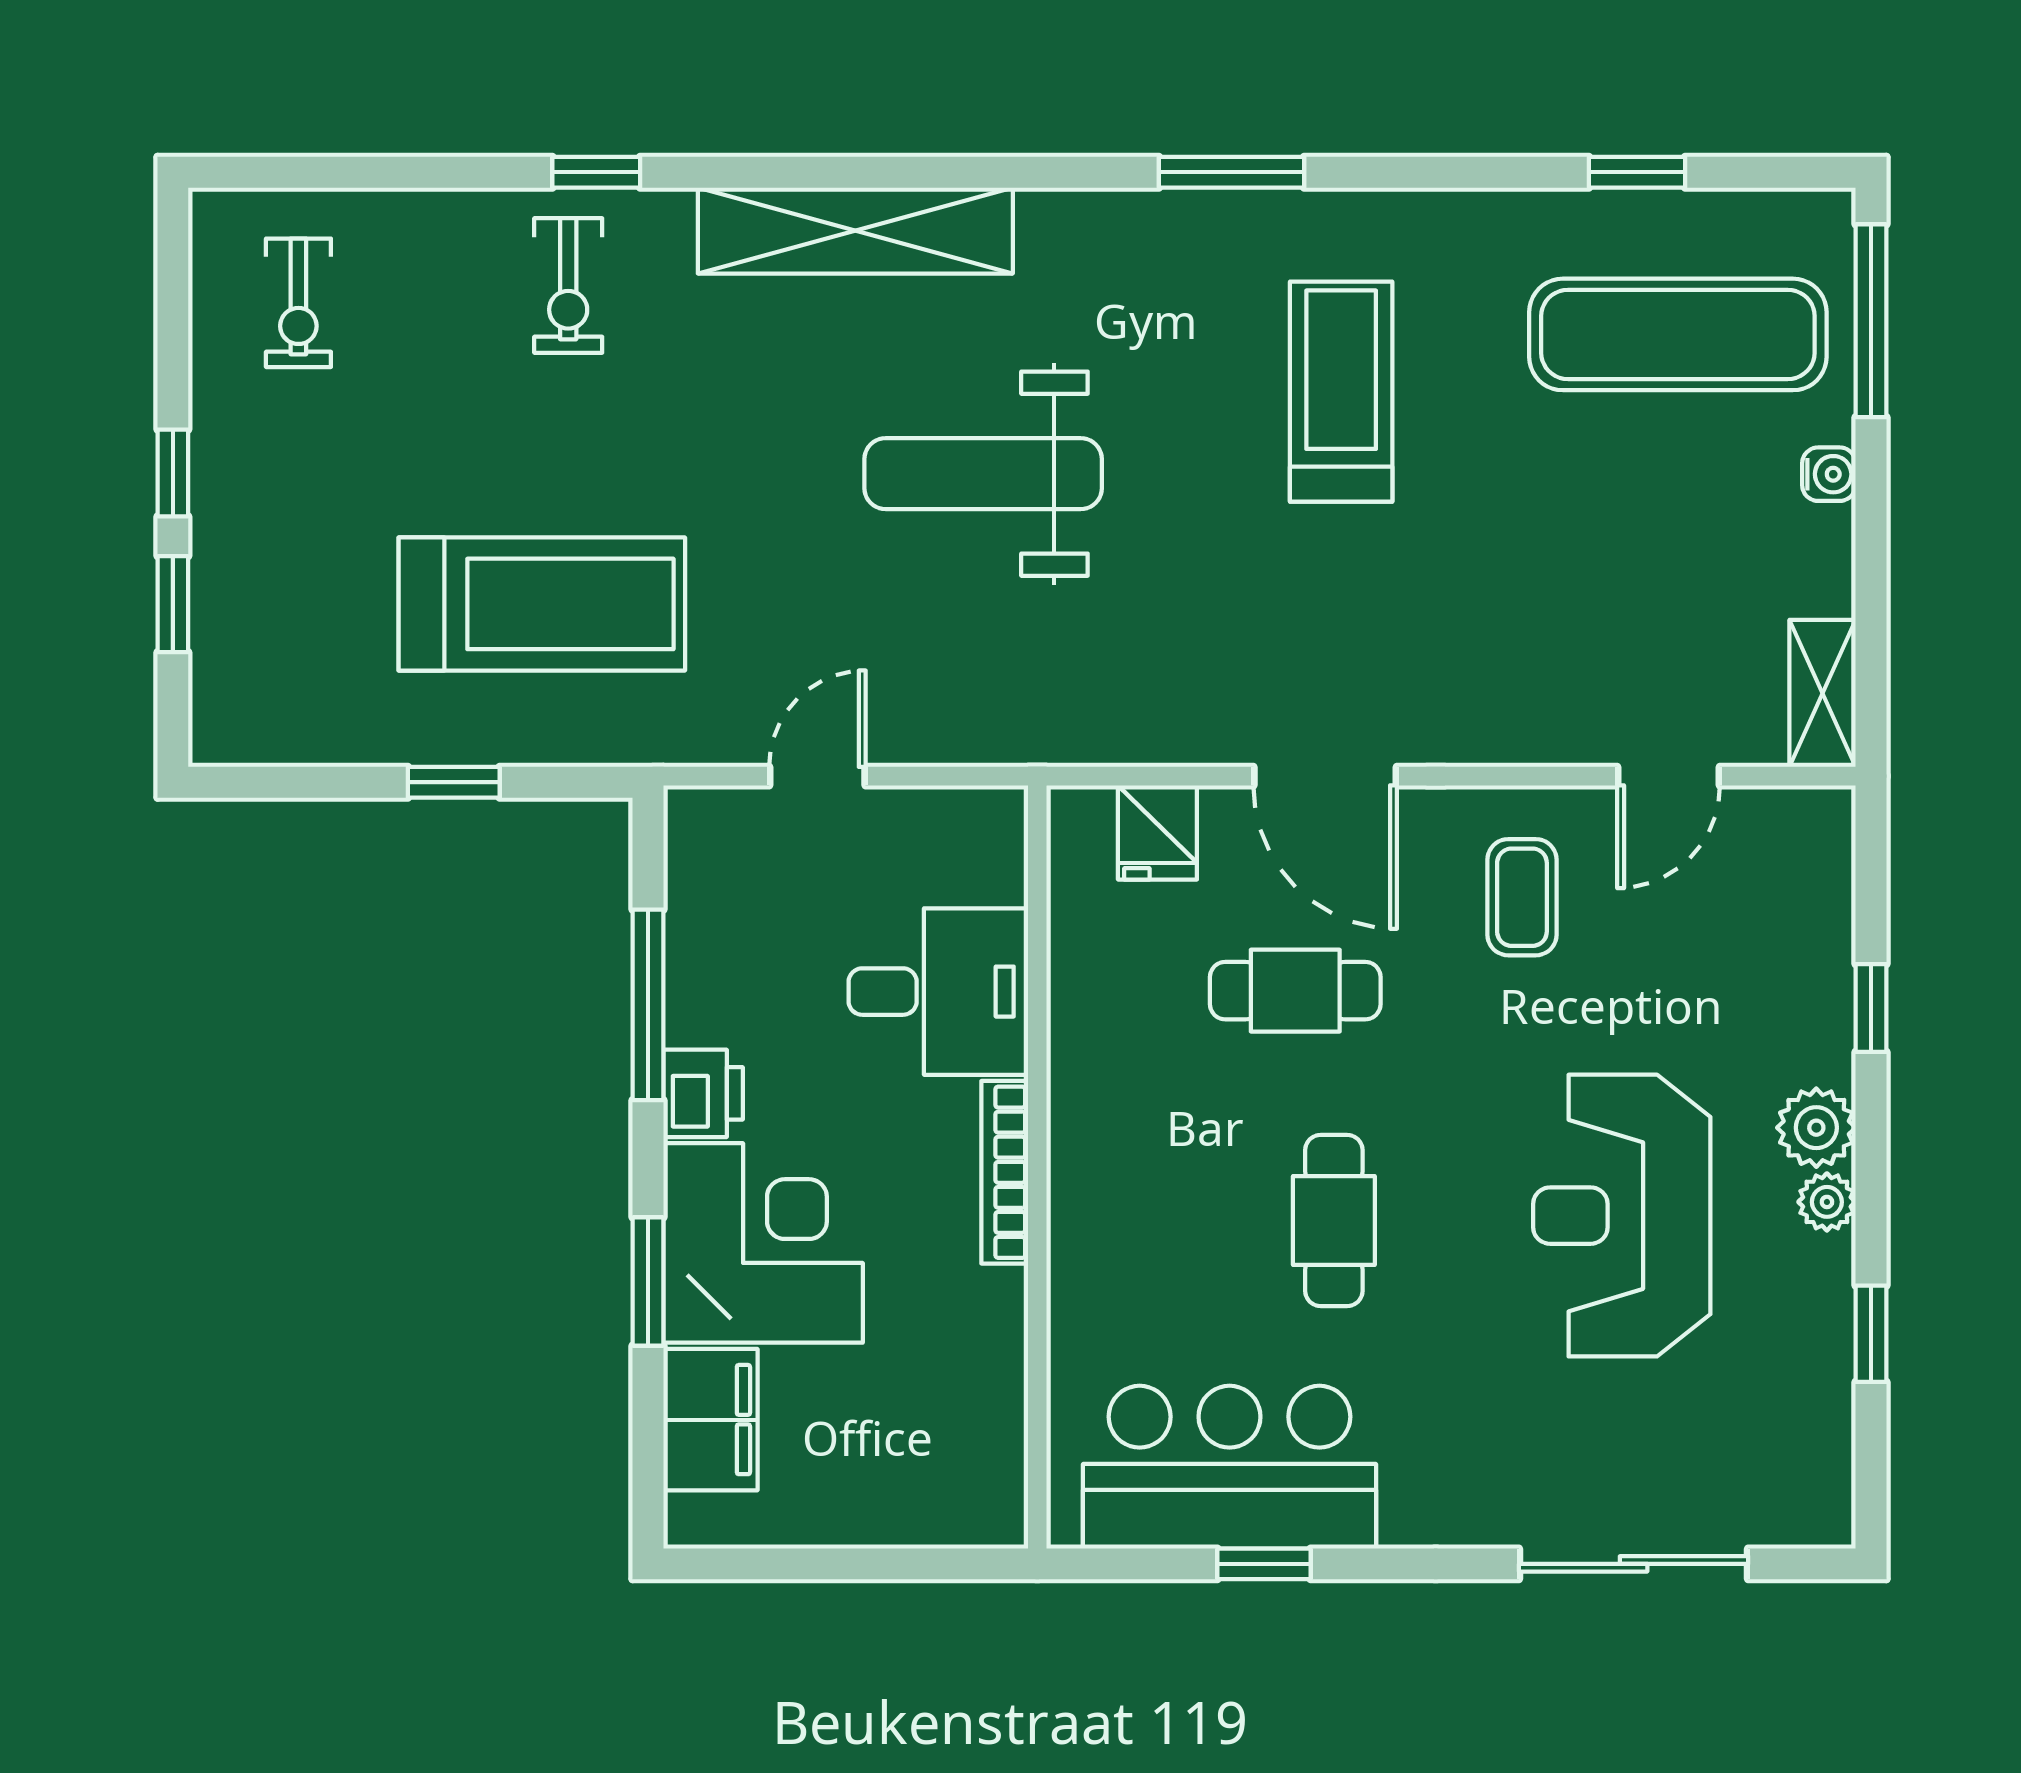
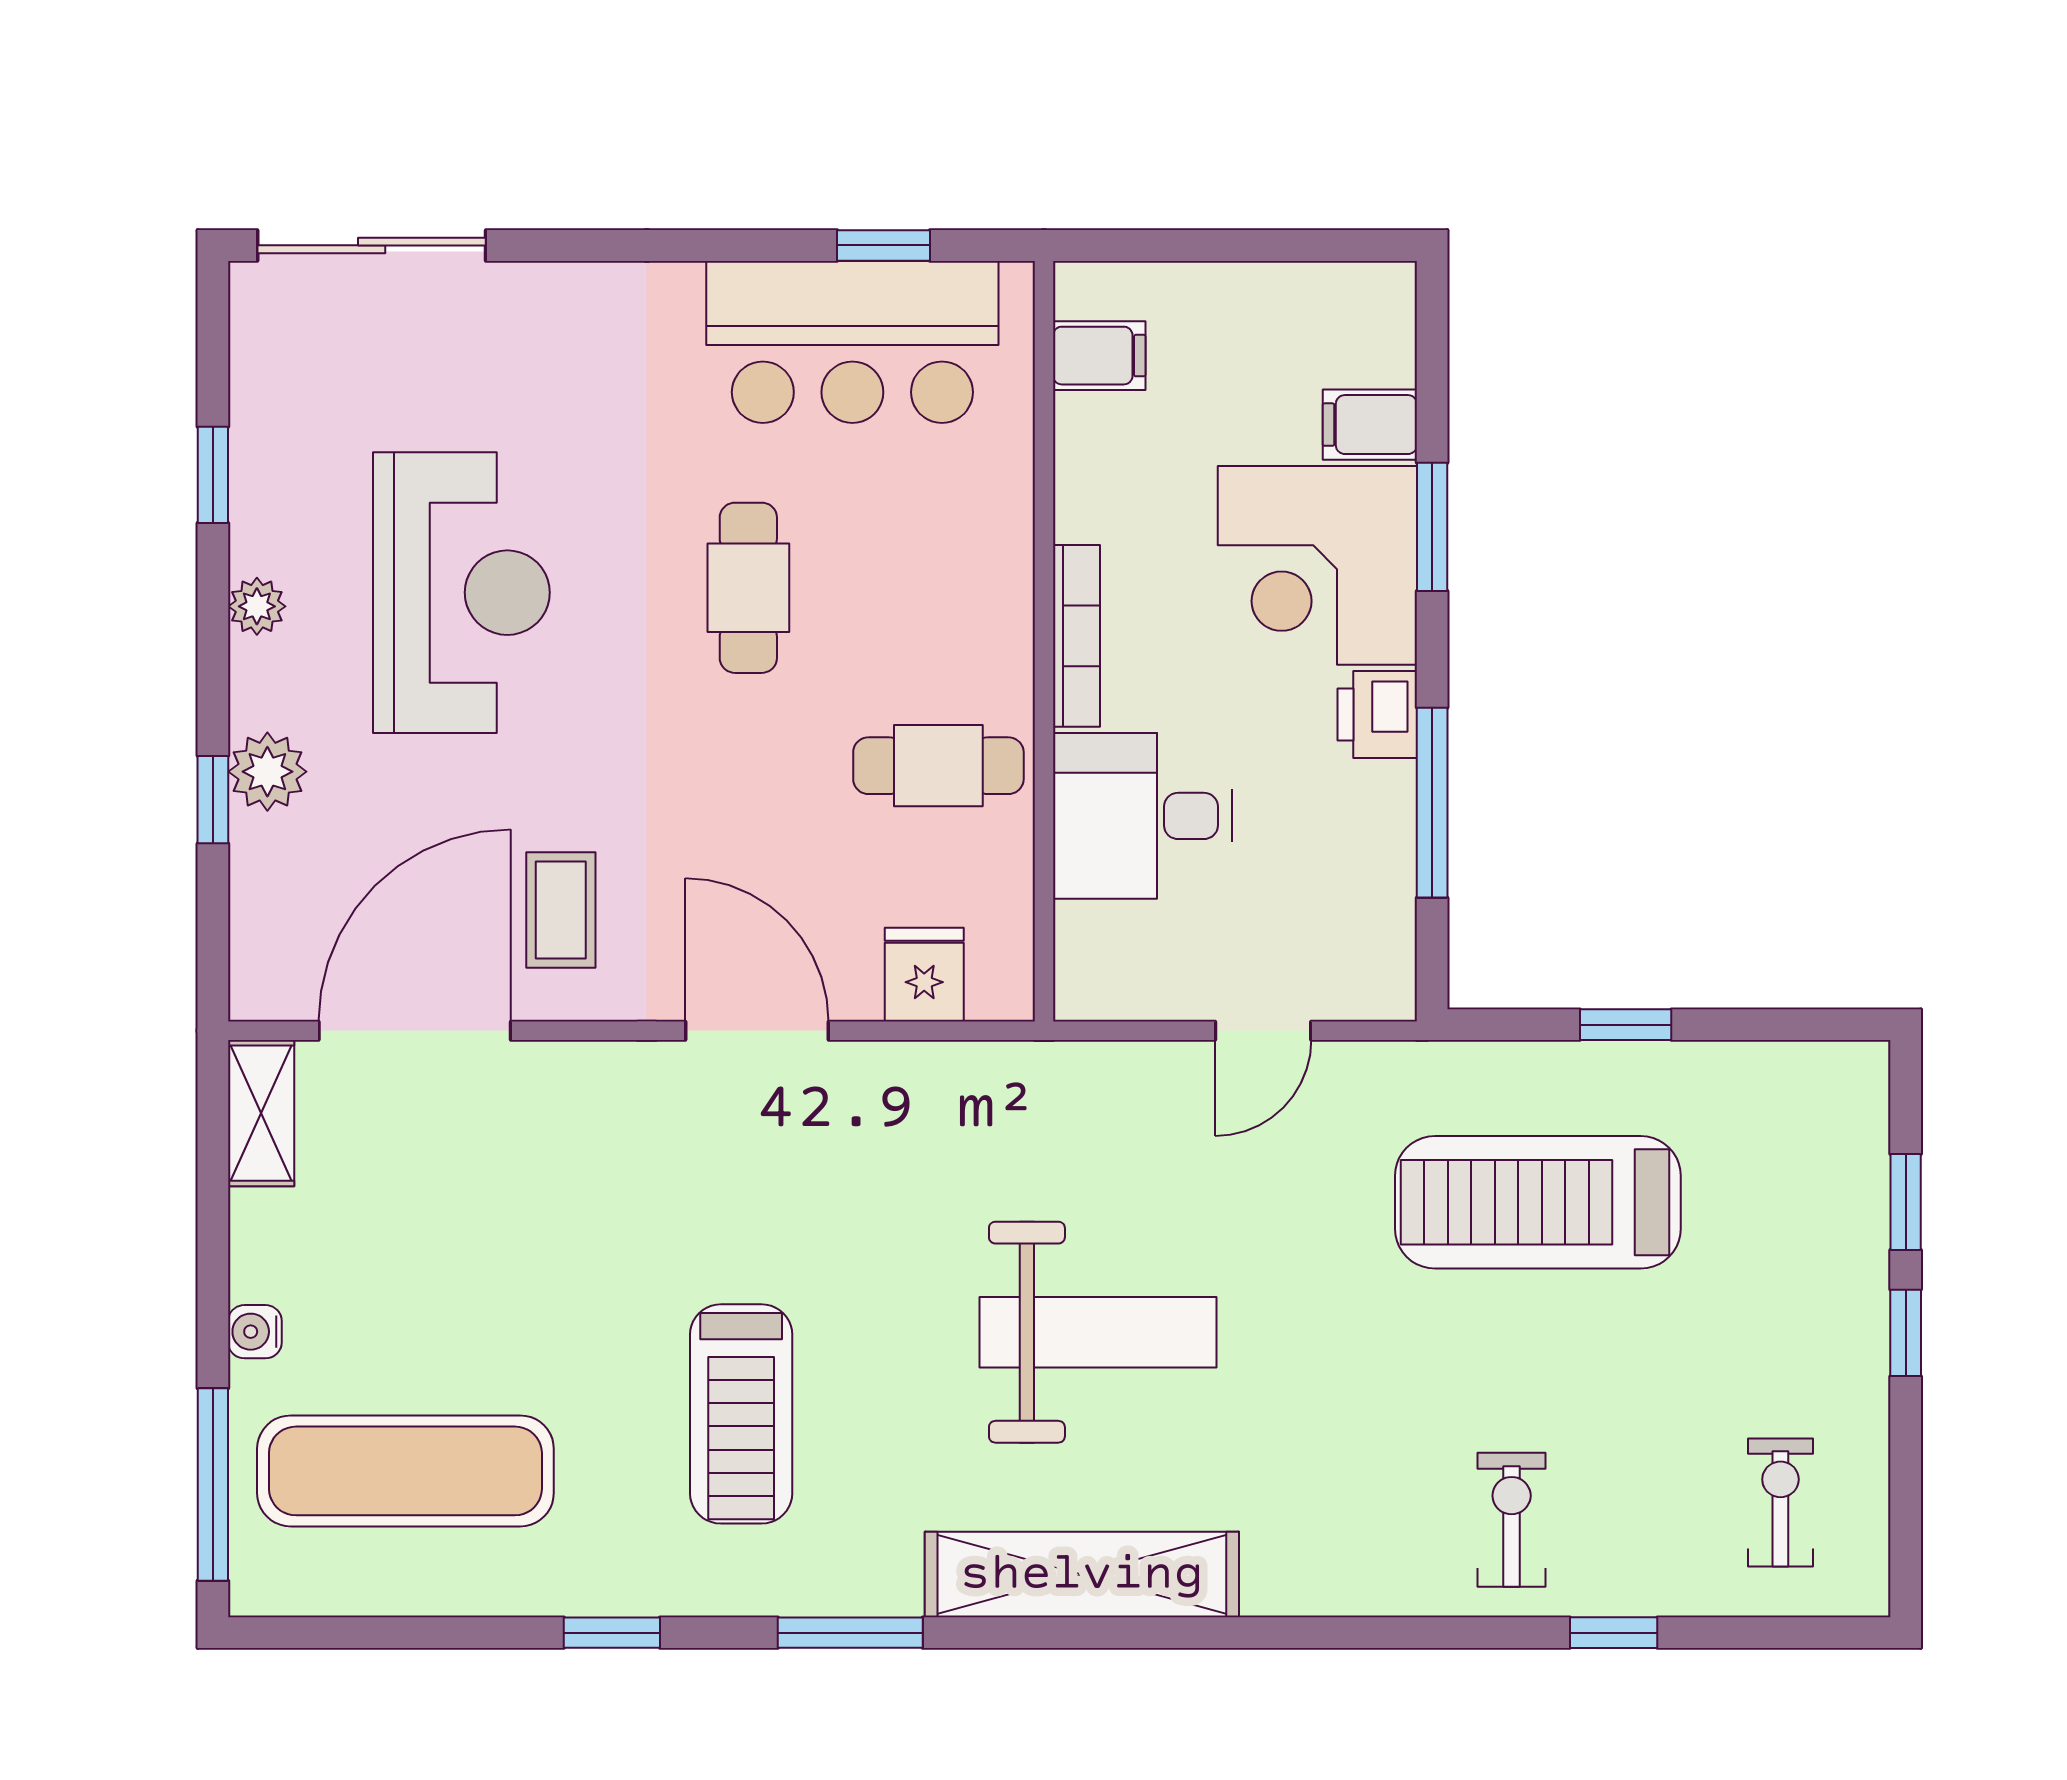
window: (596, 172) -> (1614, 1633), moved
window: (1637, 172) -> (612, 1633), moved
shelving: (855, 231) -> (1082, 1575), moved
door: (1669, 776) -> (415, 1031), width x1.88
cafe table: (1295, 991) -> (938, 766), moved
plant: (1816, 1128) -> (267, 772), moved
filing cabinet: (710, 1420) -> (1370, 425), width x0.50
filing cabinet: (982, 1453) -> (1099, 356), added
window: (1264, 1564) -> (883, 245), moved
sliding door: (1634, 1564) -> (372, 245), moved

